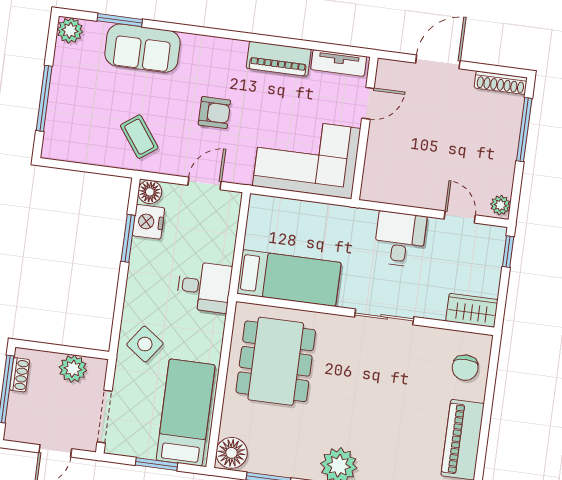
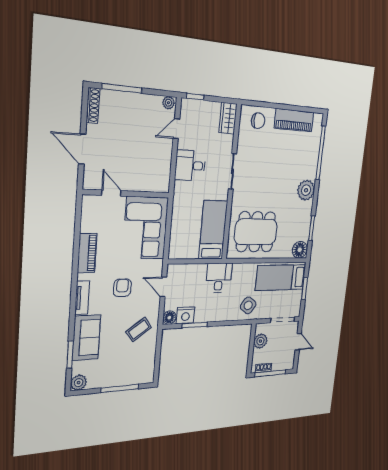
tv unit: (339, 63) -> (82, 298), moved

